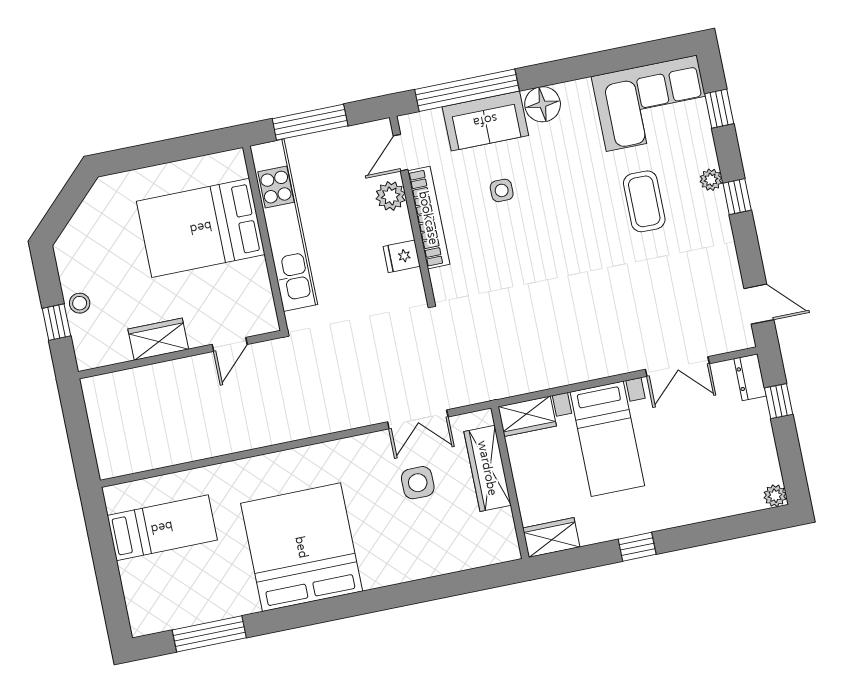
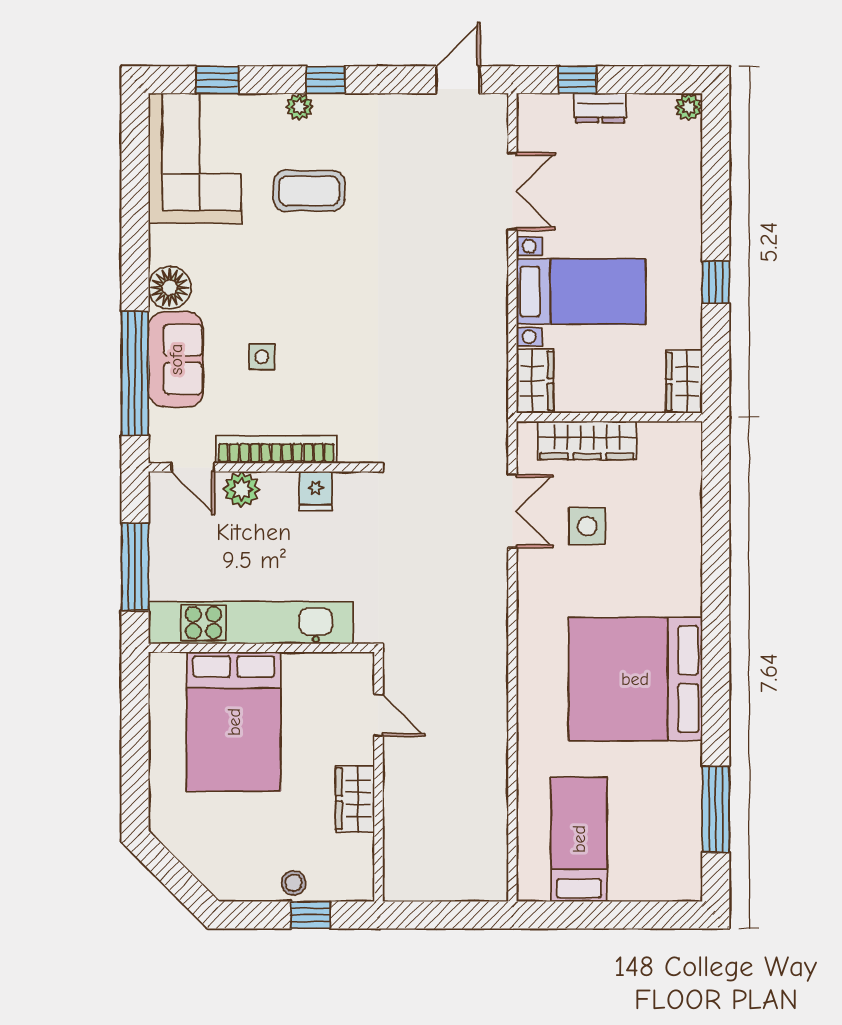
dresser: (750, 377) -> (600, 108), moved

